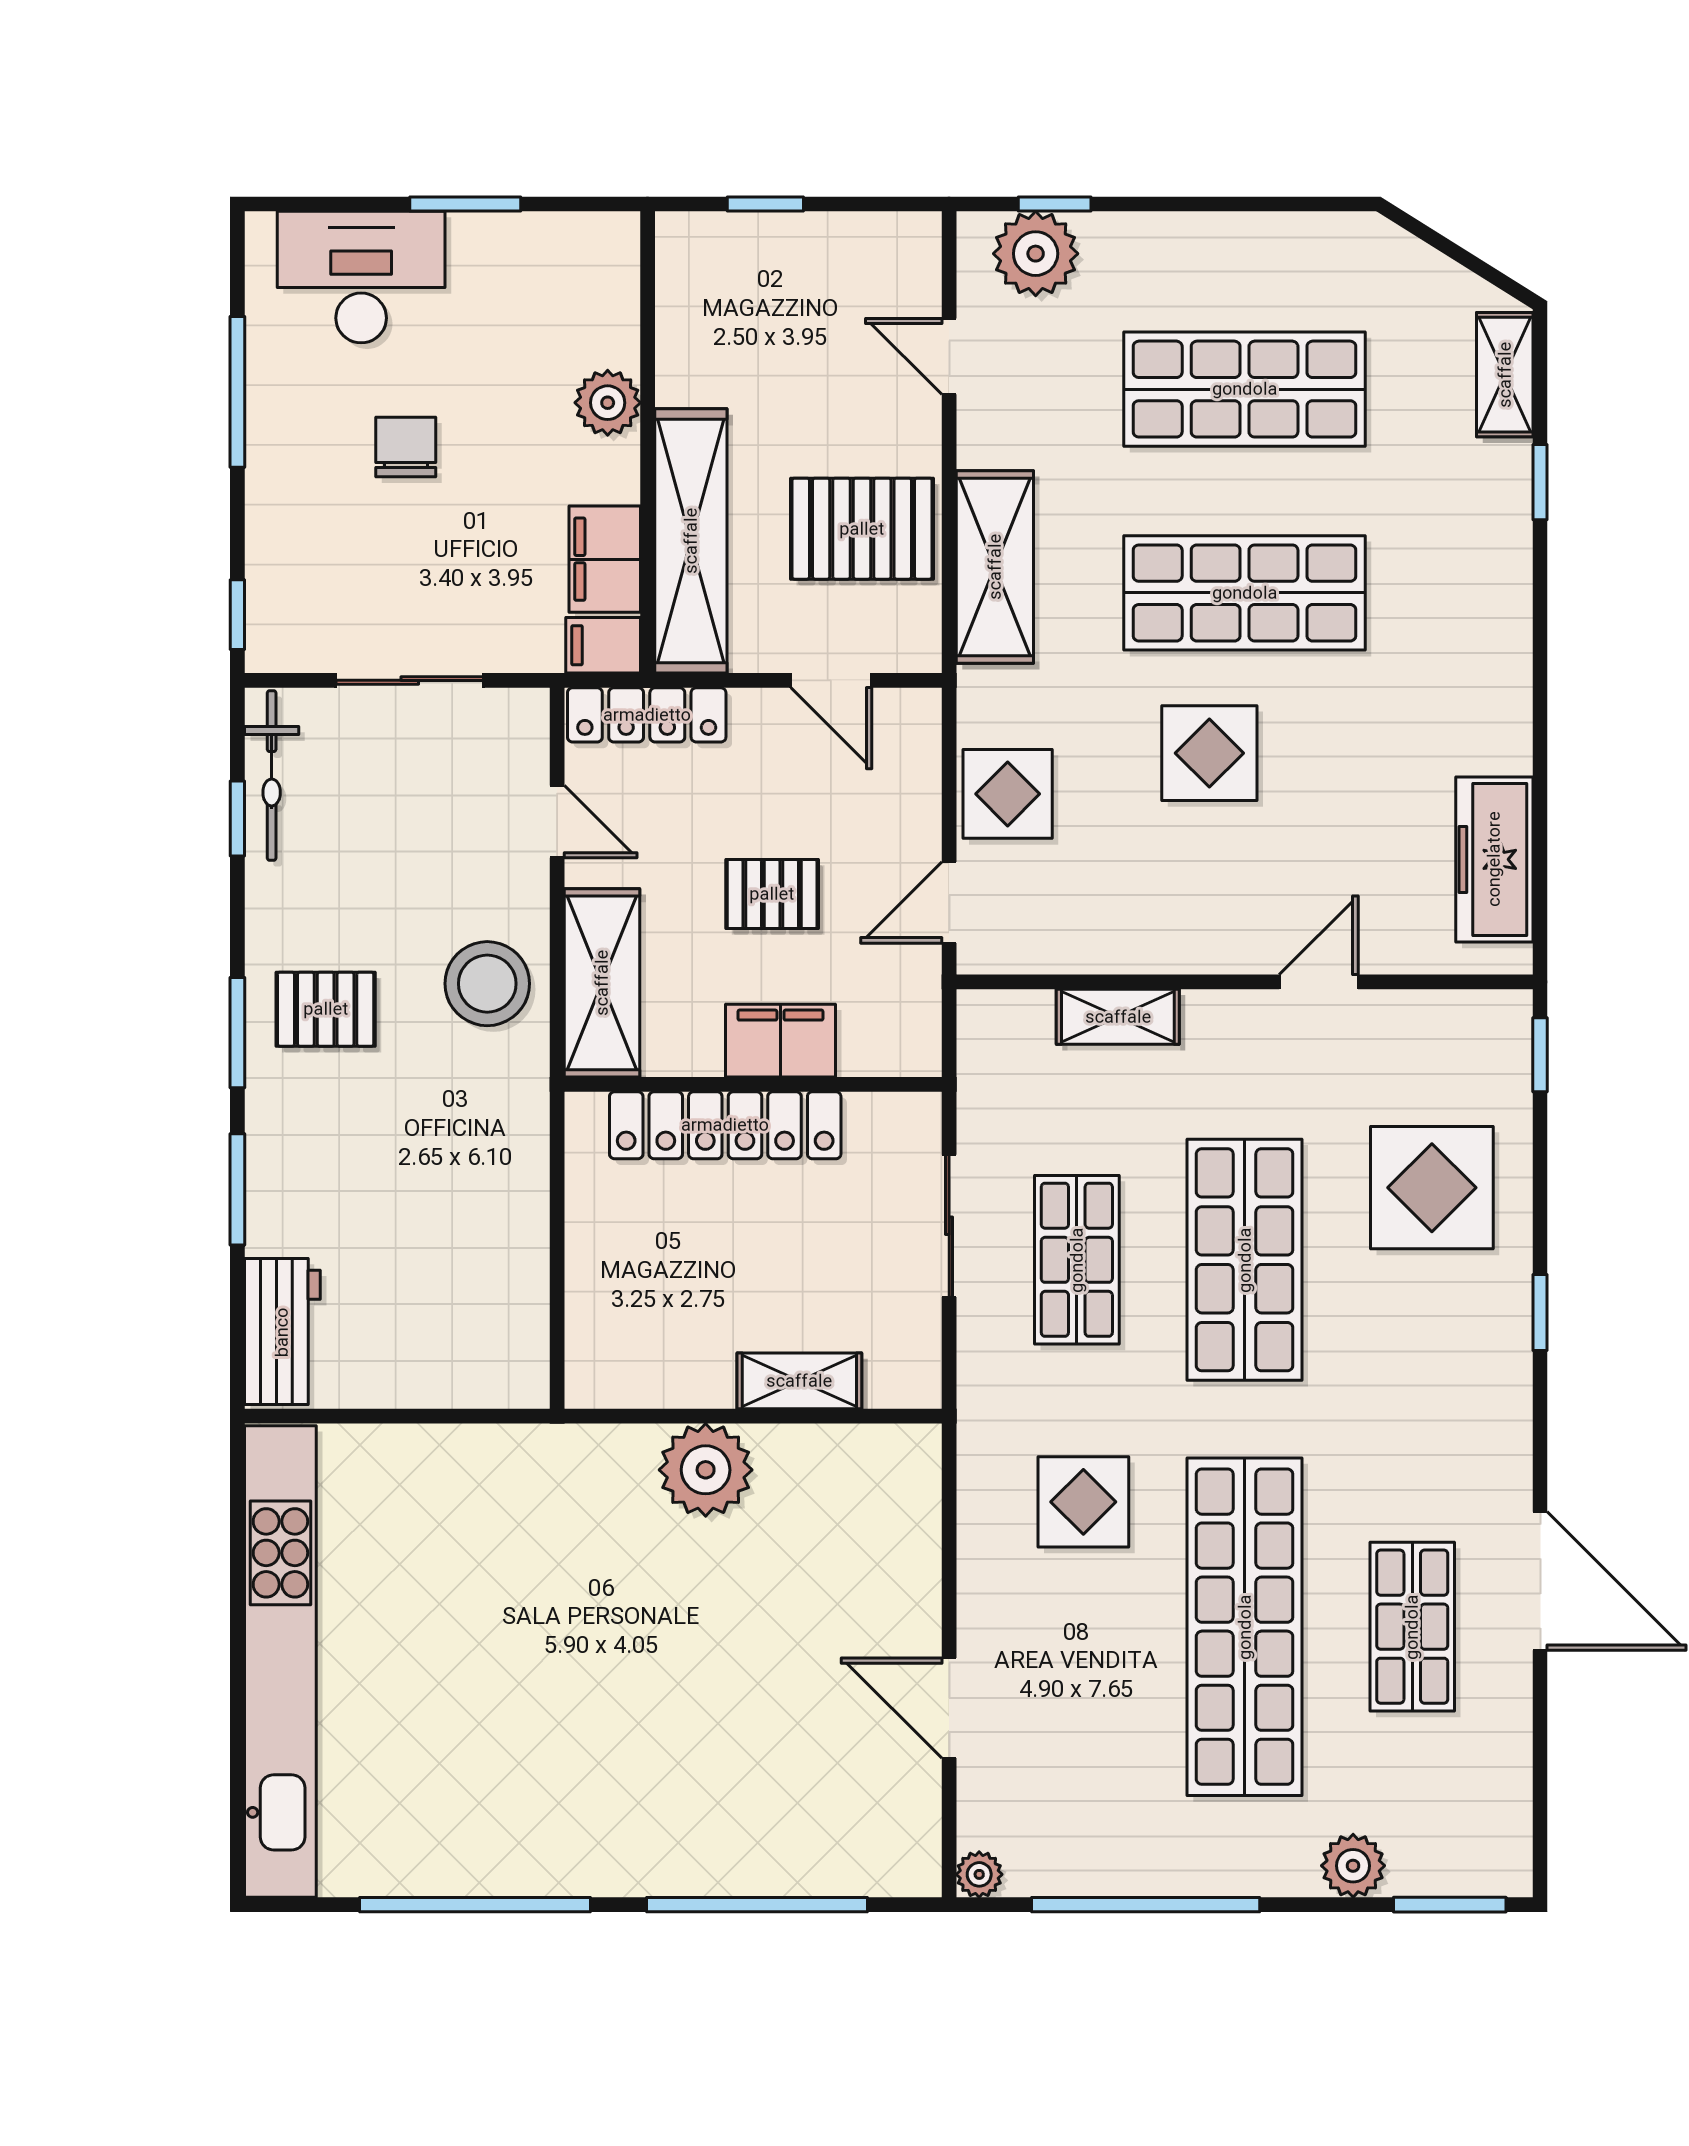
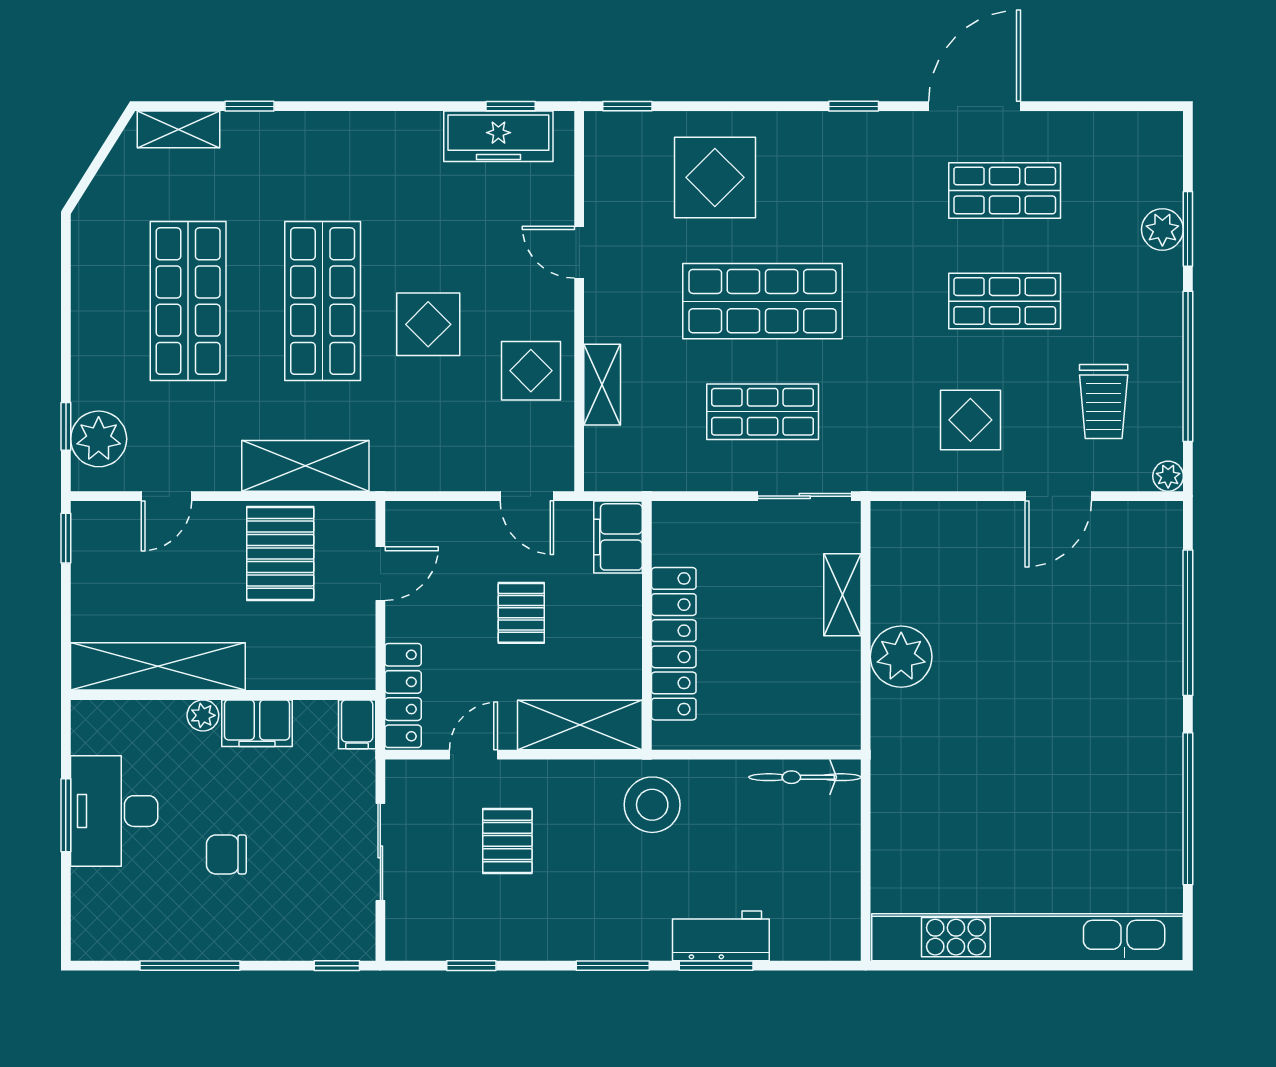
window: (765, 204) -> (66, 538), moved
desk: (361, 277) -> (114, 811), moved
plant: (608, 403) -> (203, 715), width x0.73, depth x0.73
shelving: (691, 541) -> (158, 666), moved
filing cabinet: (605, 559) -> (257, 723), moved
bicycle: (272, 775) -> (805, 777), moved, turned 180
display table: (1008, 794) -> (531, 371), moved
window: (1540, 878) -> (511, 106), added
stool: (487, 984) -> (652, 805), moved
pallet: (326, 1009) -> (507, 841), moved
filing cabinet: (780, 1041) -> (618, 537), moved
sliding door: (949, 1226) -> (805, 496), moved
window: (1540, 1313) -> (854, 106), moved
workbench: (282, 1332) -> (721, 936), moved
display table: (1083, 1502) -> (970, 420), moved
shop shelf: (1245, 1627) -> (1005, 301), width x0.50, depth x0.74
trolley: (1092, 1777) -> (1104, 402), added
window: (1450, 1905) -> (1188, 229), moved

